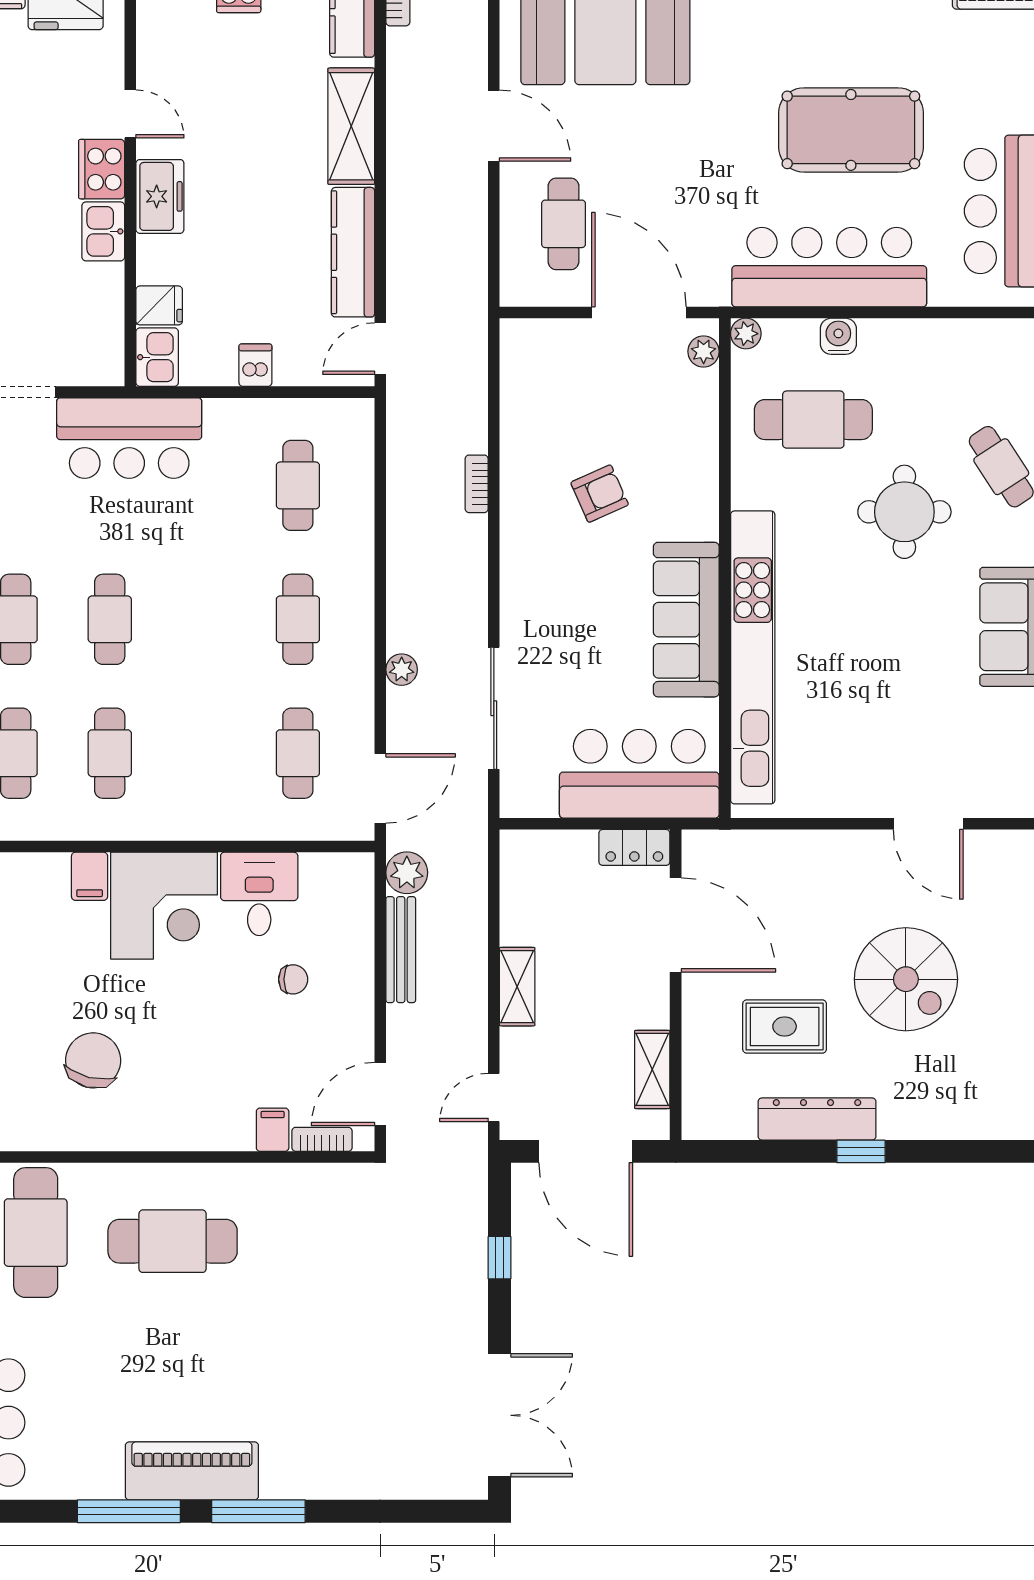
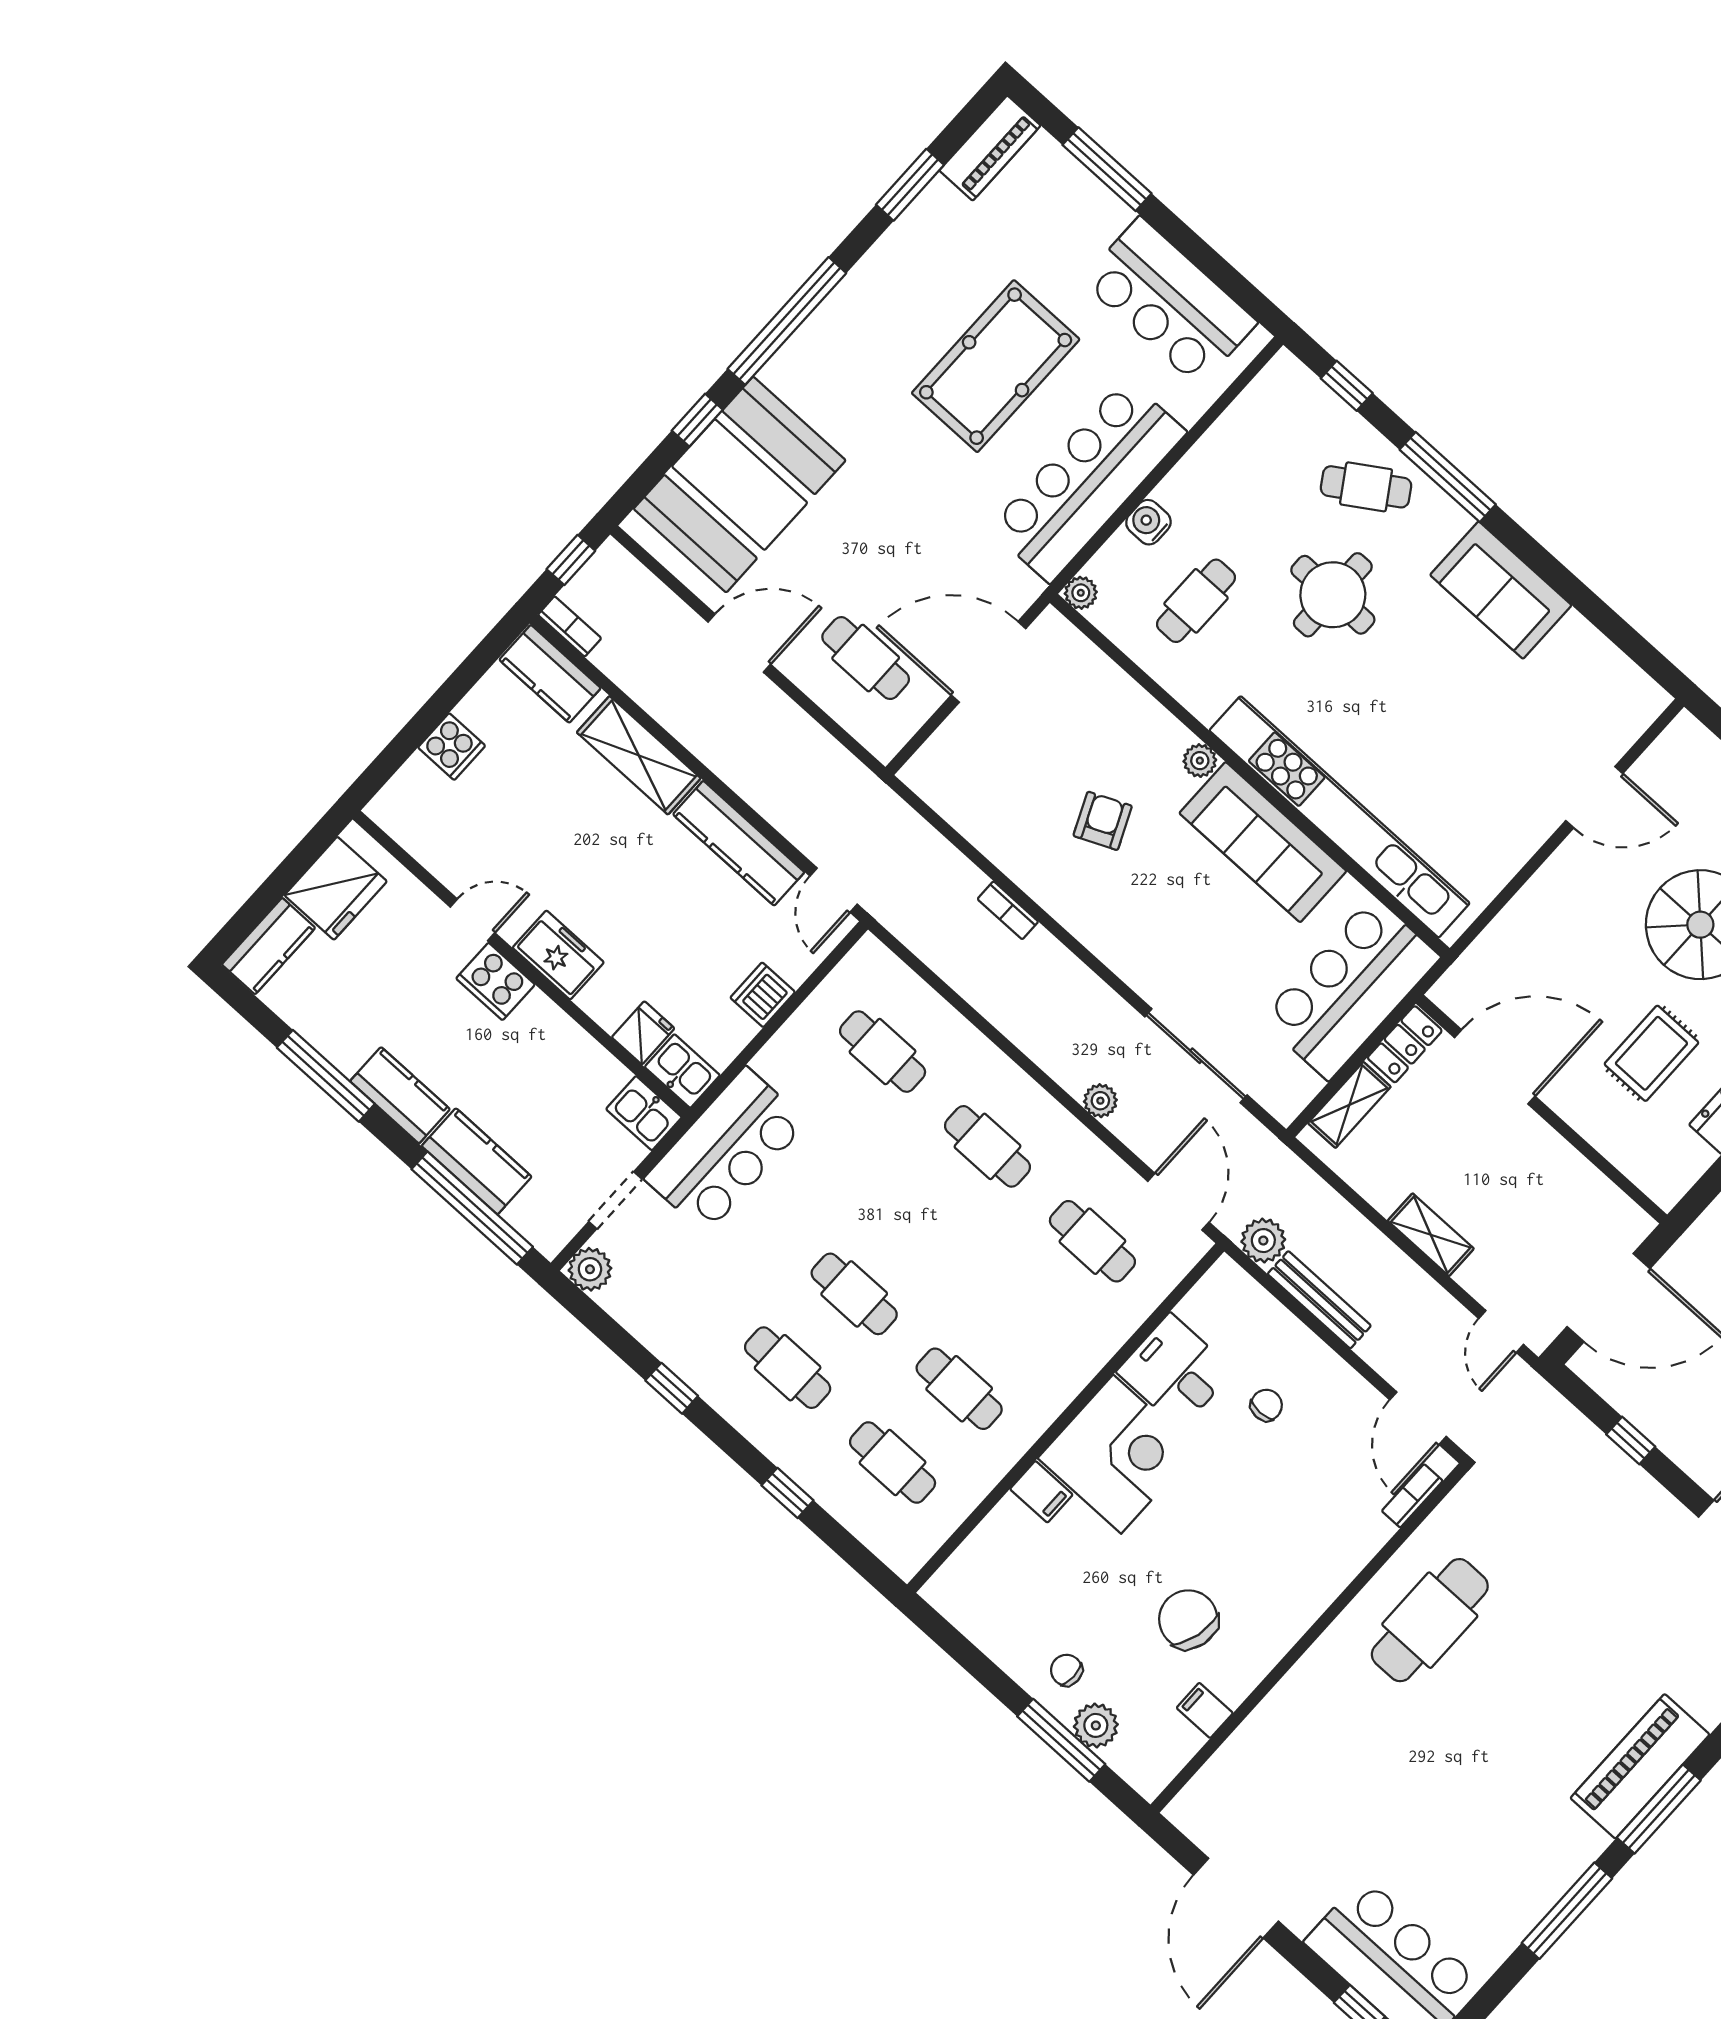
kitchen sink: (103, 231) -> (644, 1113), moved
plant: (704, 351) -> (1200, 761), moved
dishwasher: (255, 365) -> (763, 995), width x1.38
cafe table: (813, 420) -> (1196, 601), width x0.73, depth x0.74
shelving: (652, 1069) -> (1349, 1105), moved, turned 90
filing cabinet: (273, 1130) -> (1205, 1710), moved
cafe table: (36, 1233) -> (1283, 1786), removed
cafe table: (173, 1241) -> (1430, 1620), moved
piano: (192, 1471) -> (1640, 1766), moved

